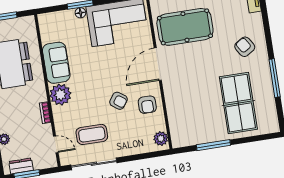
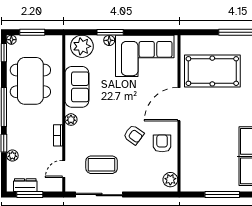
plant: (55, 23) -> (82, 46), added
plant: (60, 95) -> (71, 120), width x0.53, depth x0.53
armchair: (147, 105) -> (162, 143), turned 180
door: (56, 144) -> (64, 169), swing flipped

